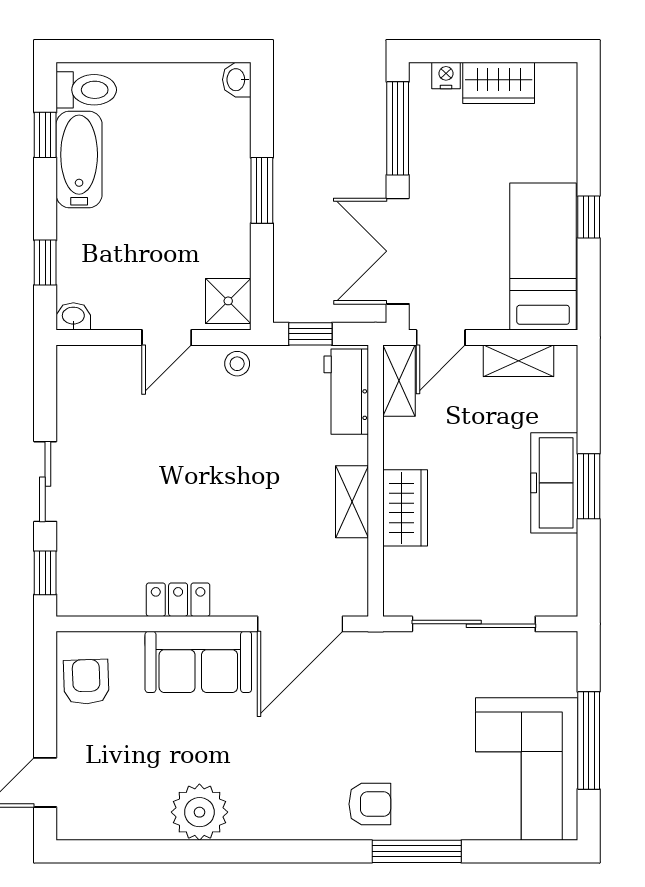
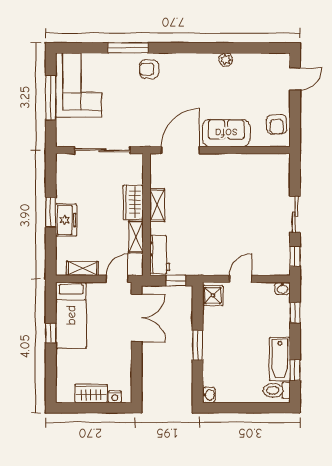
window: (398, 128) -> (137, 373), removed
stool: (237, 364) -> (209, 267), removed
shelving: (399, 381) -> (136, 237), moved
freezer: (554, 483) -> (66, 220), width x0.71
window: (45, 573) -> (295, 256), moved
locker: (178, 600) -> (235, 161), removed
plant: (199, 812) -> (226, 60), width x0.53, depth x0.53

